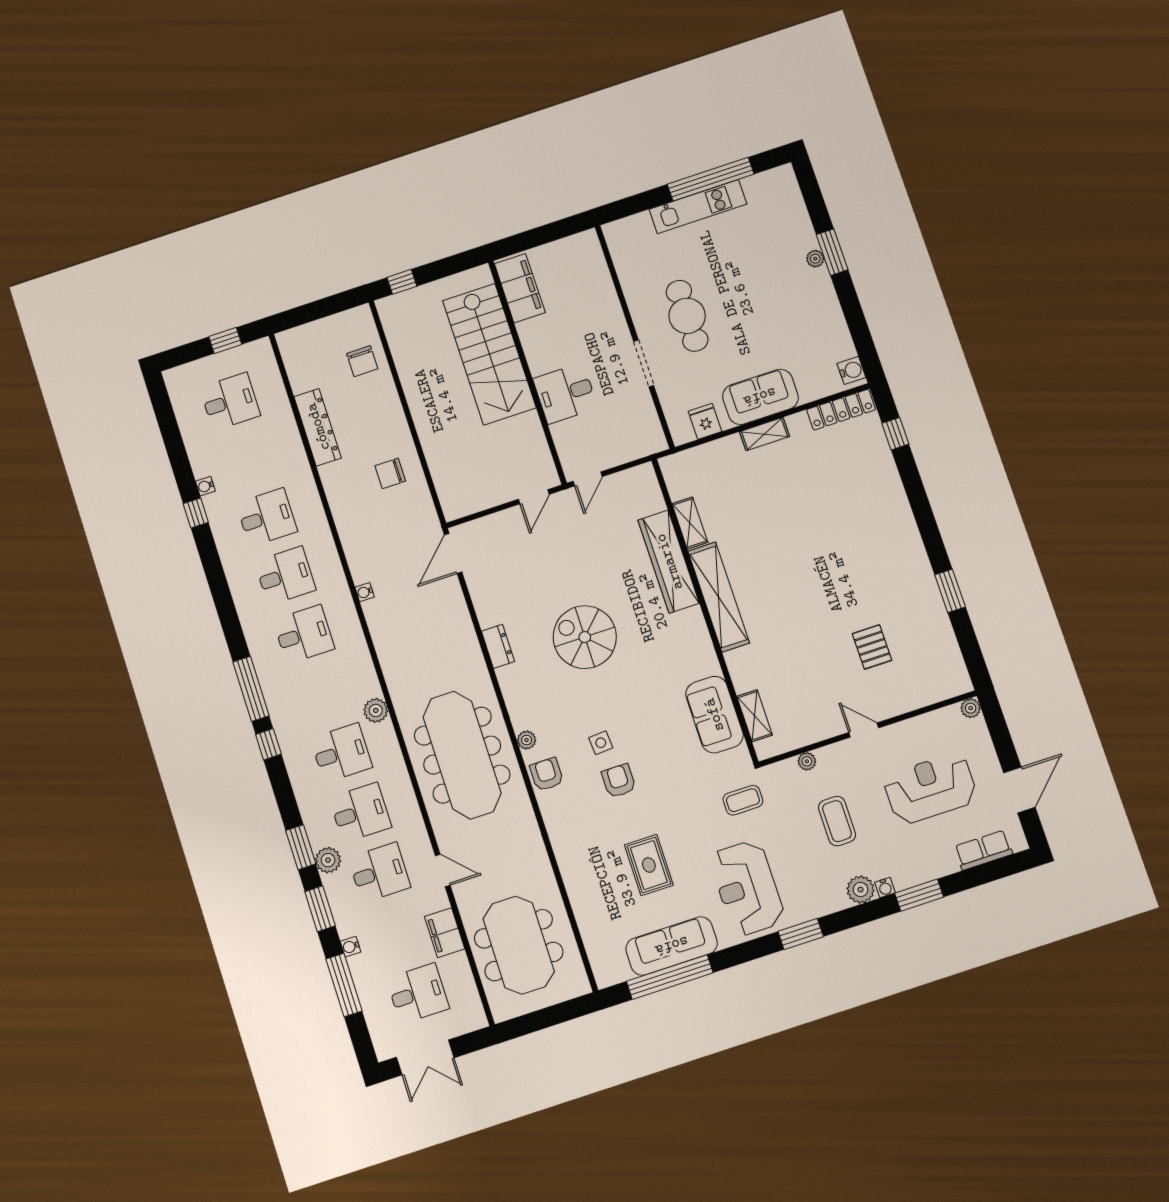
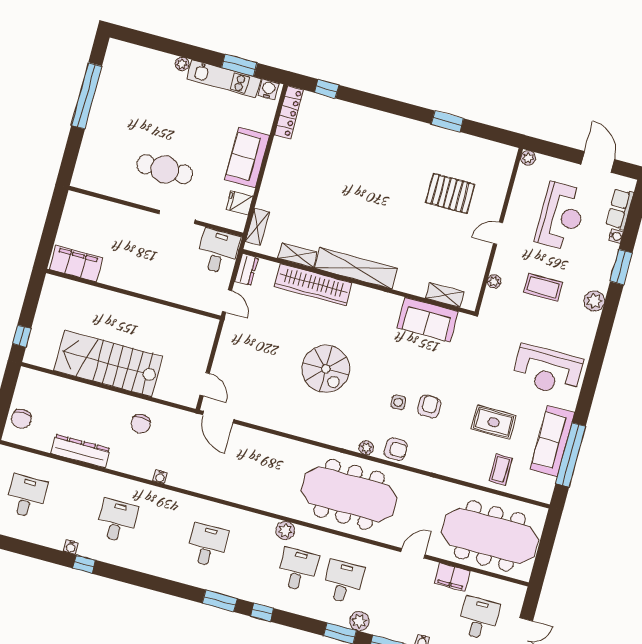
kitchen unit: (698, 207) -> (224, 79), moved, turned 90
window: (832, 252) -> (239, 65), moved
stairs: (489, 354) -> (108, 363), moved, turned 180
chair: (362, 361) -> (21, 419), moved, turned 90
desk: (565, 393) -> (218, 251), moved, turned 180
shelving: (765, 434) -> (257, 227), moved
door: (534, 497) -> (205, 384), moved
desk: (285, 576) -> (162, 533), removed
water cooler: (365, 592) -> (160, 477), moved
spiral stairs: (585, 637) -> (326, 369), turned -90
dresser: (498, 646) -> (246, 270), moved, turned 90
pallet: (872, 647) -> (450, 193), width x1.50, depth x1.42
window: (251, 689) -> (220, 601), width x0.69
armchair: (547, 774) -> (396, 449), turned 180
armchair: (619, 781) -> (429, 407), turned 90
reception desk: (930, 788) -> (561, 216), turned 180
coffee table: (743, 800) -> (501, 470), moved
desk: (379, 872) -> (388, 594), removed
water cooler: (885, 887) -> (616, 236), moved
window: (801, 934) -> (597, 356), removed
meeting table: (519, 945) -> (490, 536), width x1.36

